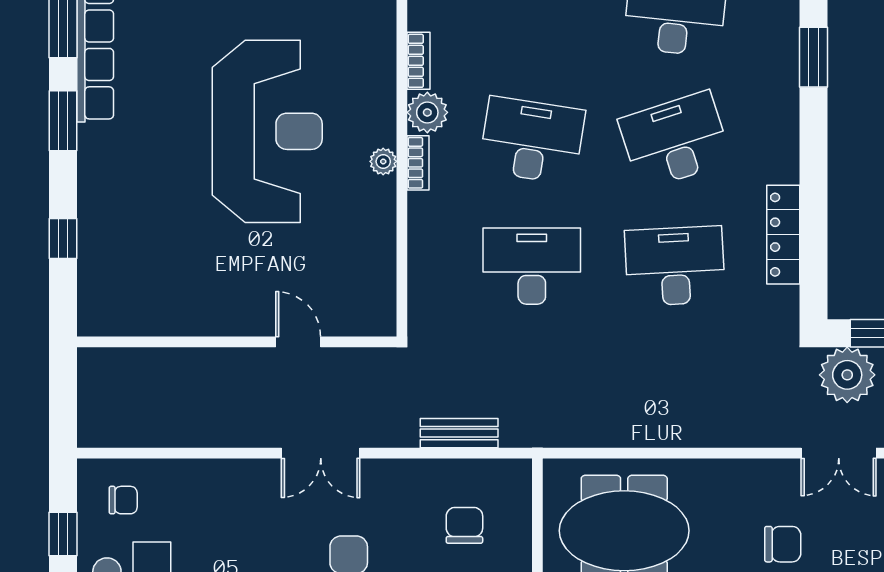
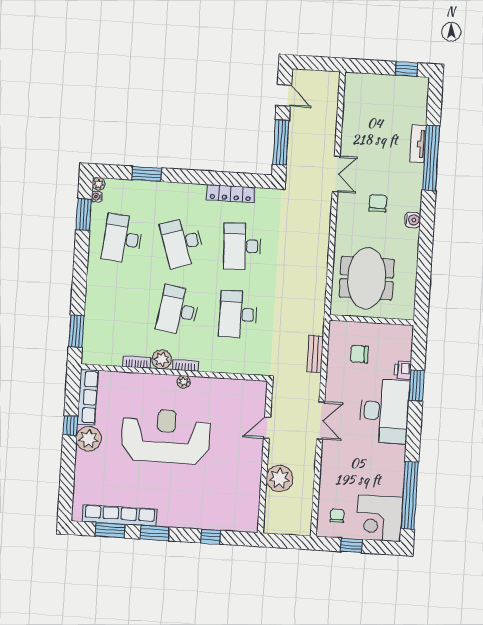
plant: (847, 375) -> (280, 478), moved

